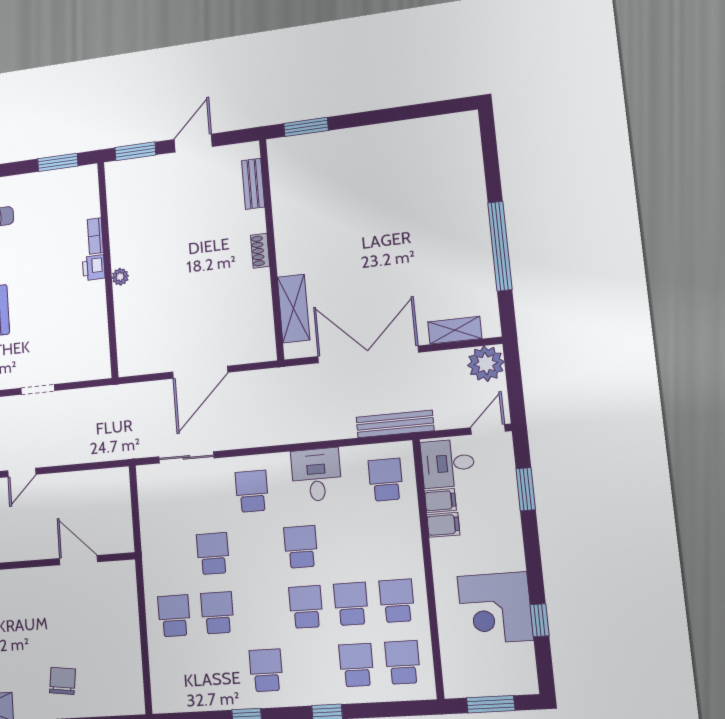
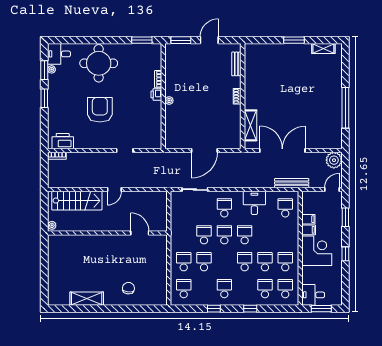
window: (306, 127) -> (294, 40), moved
shelving: (455, 330) -> (323, 48), moved
desk: (448, 463) -> (313, 295), moved
school desk: (257, 550) -> (224, 235), added
corner desk: (495, 608) -> (317, 251), moved, turned 180
window: (540, 620) -> (345, 254), moved
school desk: (178, 675) -> (184, 289), added

